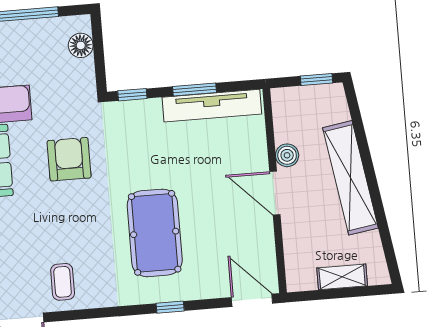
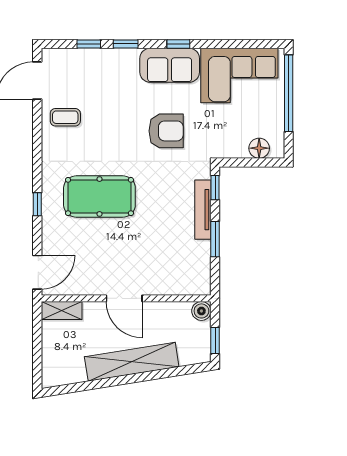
tv unit: (212, 106) -> (203, 210), moved, width x0.73, depth x0.78
boiler: (287, 155) -> (201, 311), moved
door: (275, 193) -> (124, 298), swing flipped
shelving: (342, 277) -> (62, 311), moved, turned 90

